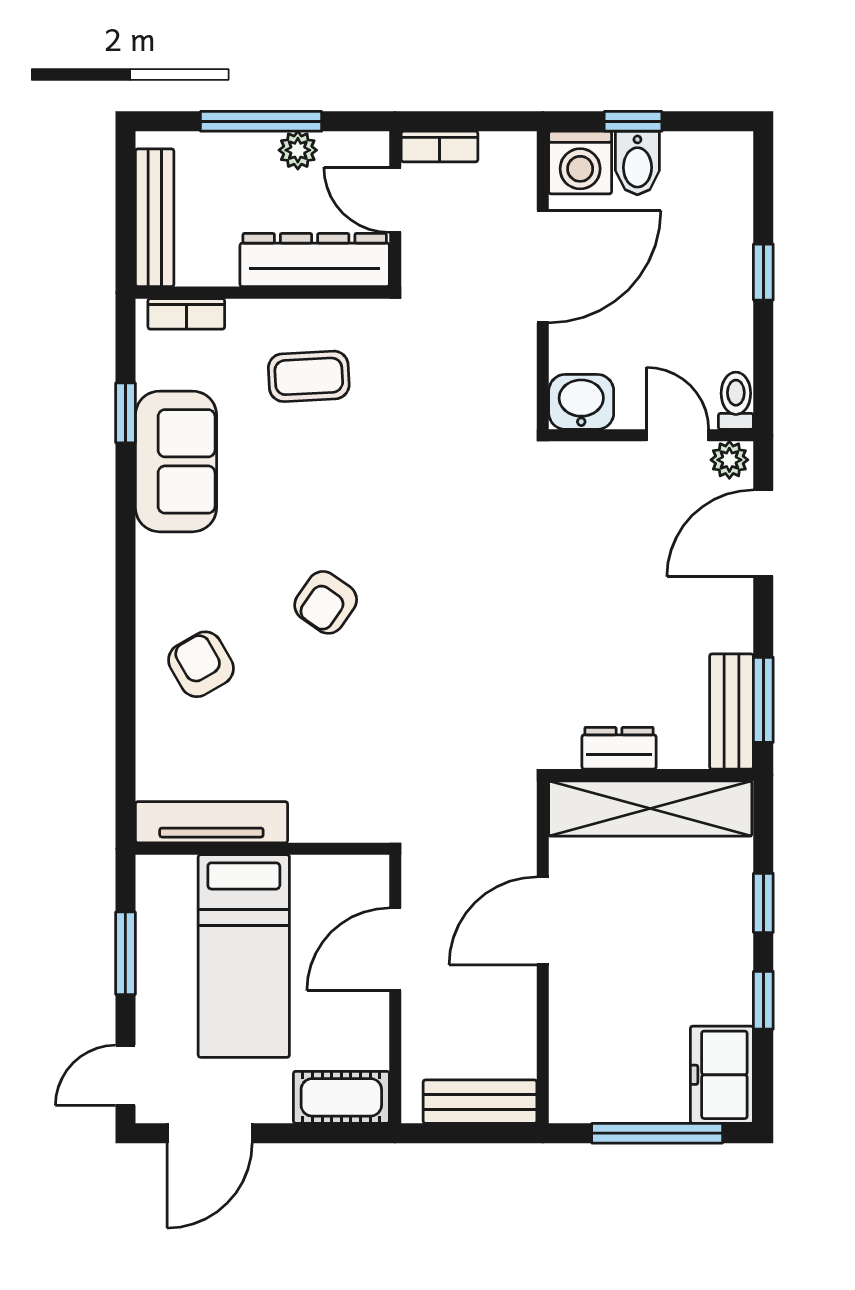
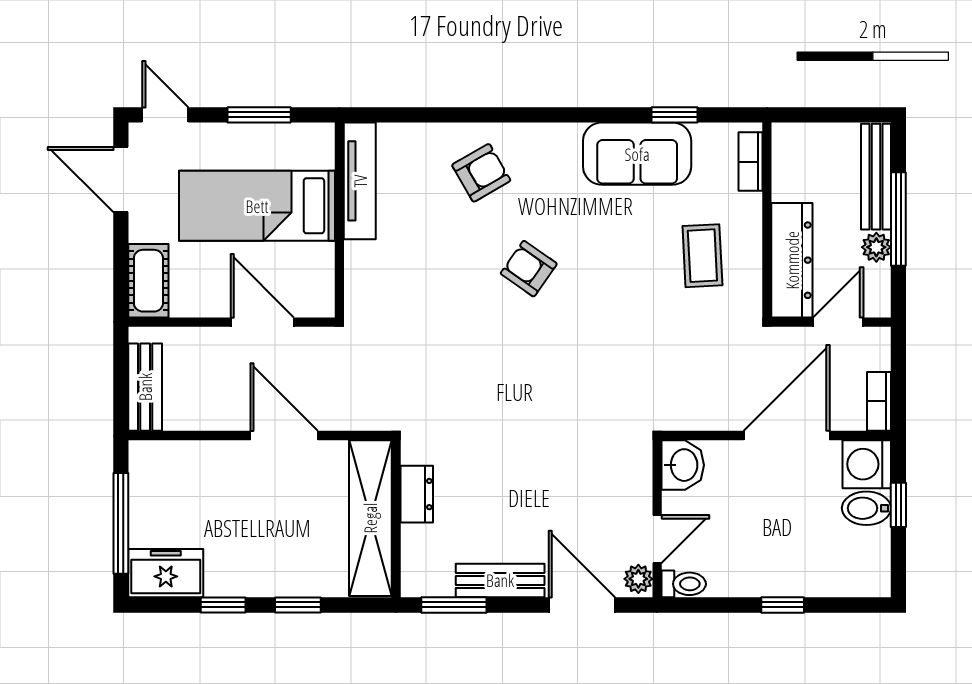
bookcase: (440, 147) -> (879, 401), moved
bench: (155, 218) -> (876, 177), moved, turned 90
door: (543, 267) -> (787, 436), swing flipped
bench: (732, 711) -> (500, 580), moved

